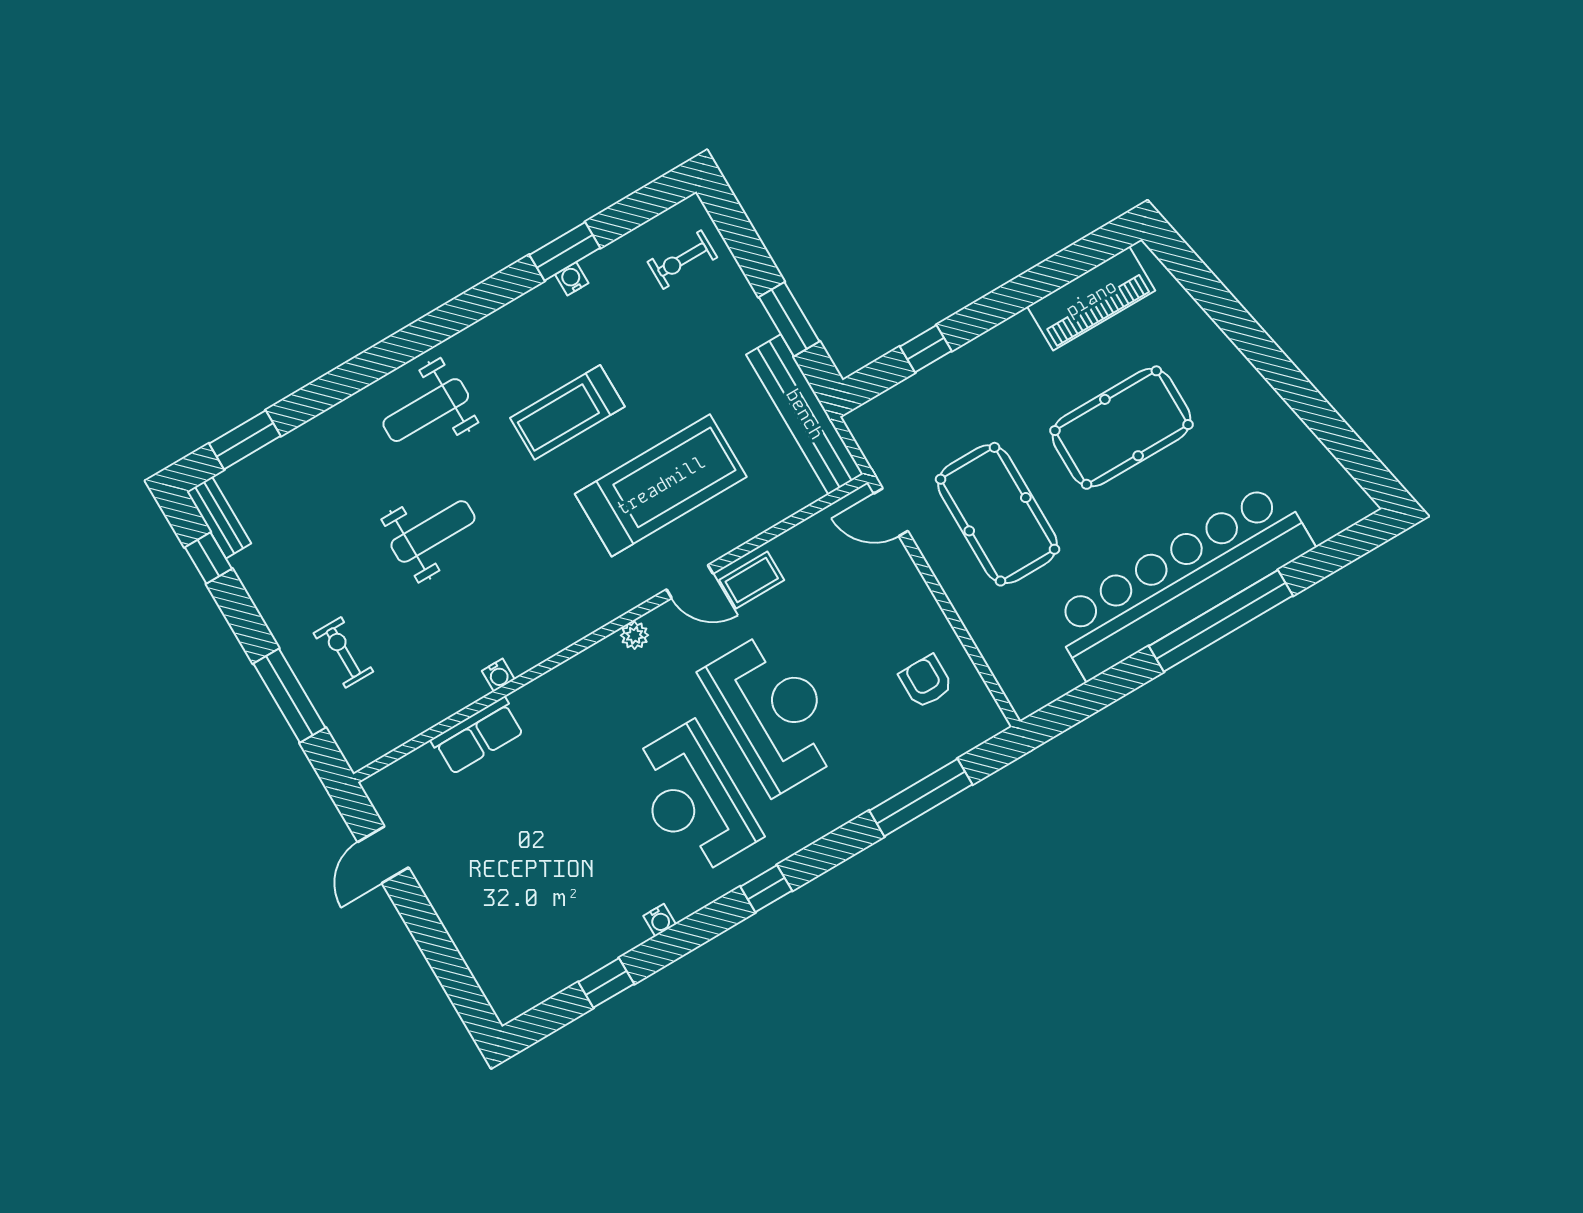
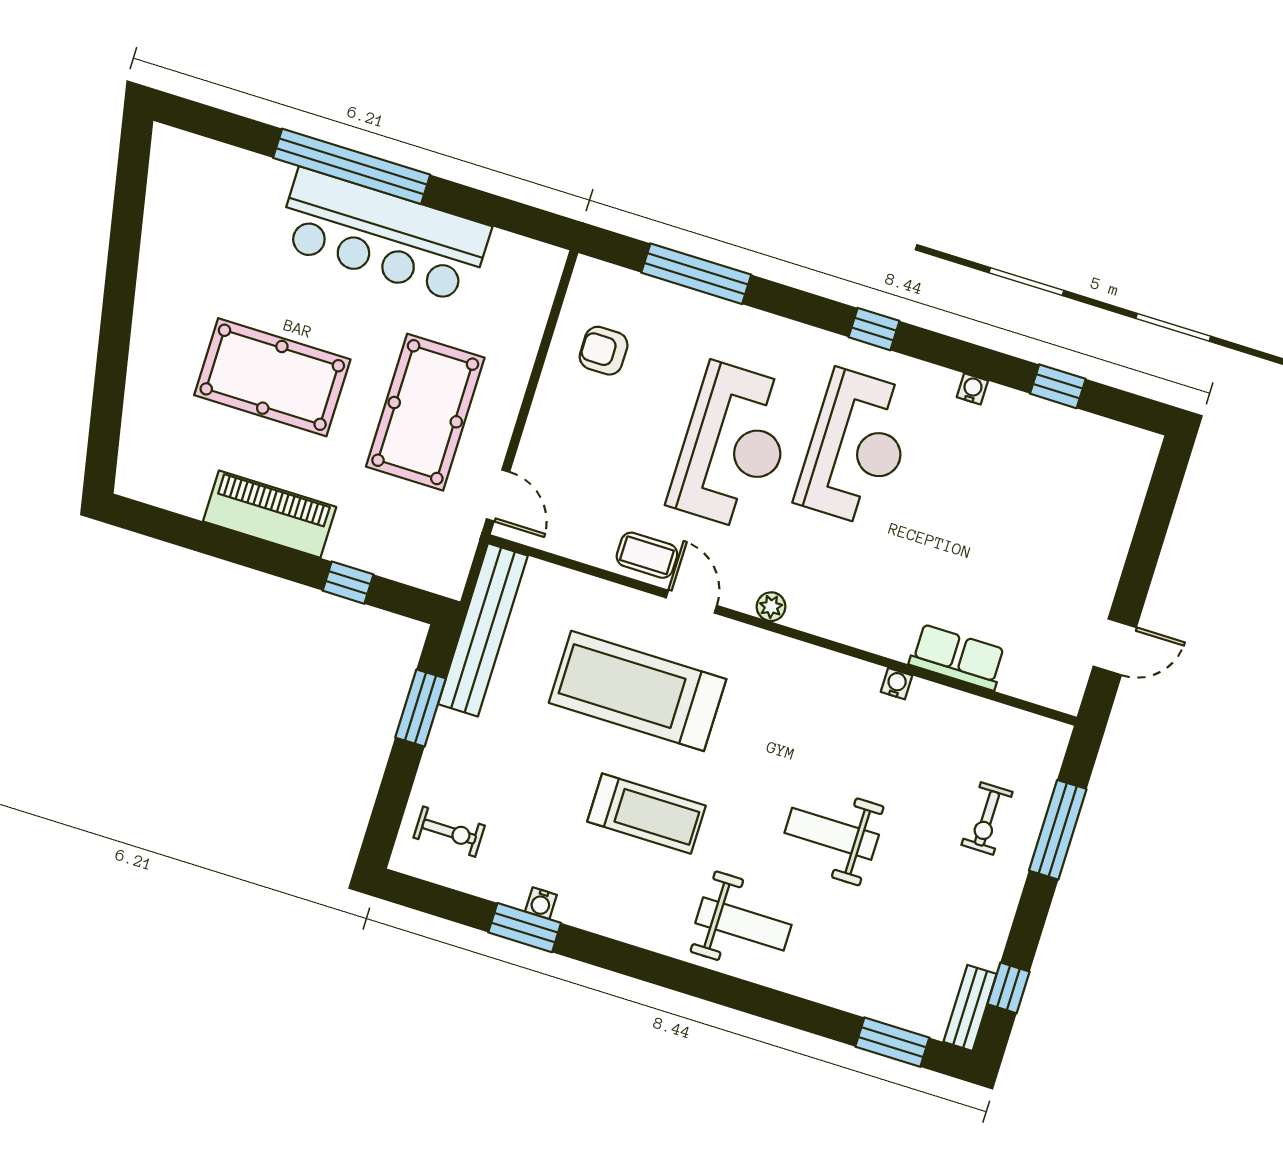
piano: (1091, 298) -> (270, 514), moved
bar counter: (1181, 581) -> (383, 236), width x0.73
armchair: (926, 681) -> (604, 351), turned 90
reception desk: (774, 712) -> (733, 446), turned 180

